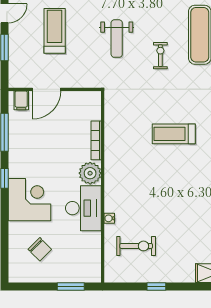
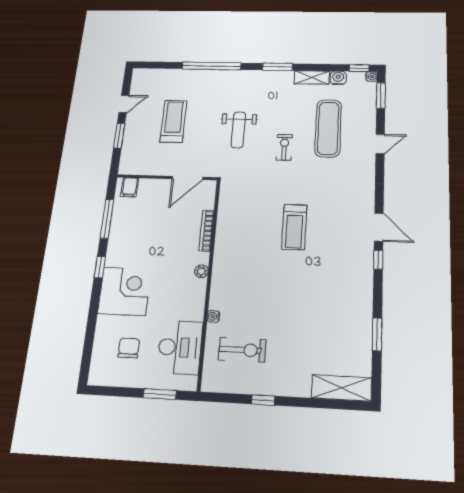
door: (47, 89) -> (187, 178), moved
treadmill: (174, 134) -> (294, 227), turned -90
plant: (90, 173) -> (201, 271), width x0.53, depth x0.53
desk: (83, 208) -> (180, 347), moved
chair: (40, 249) -> (129, 348), turned -135

